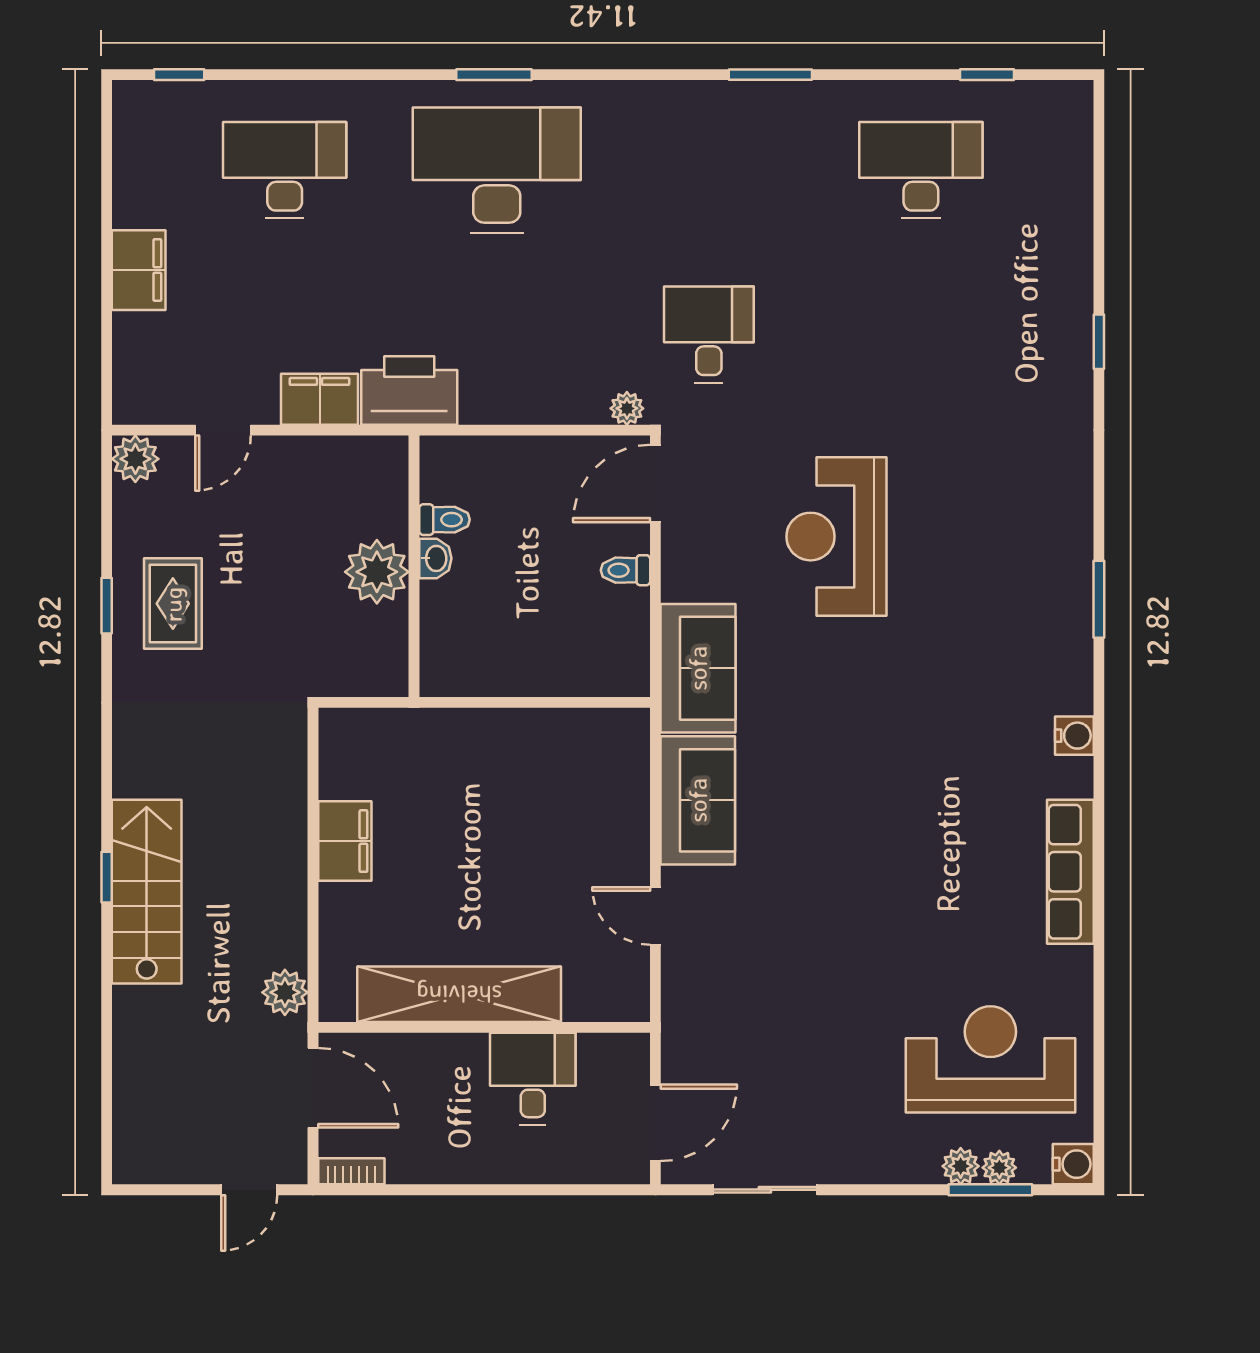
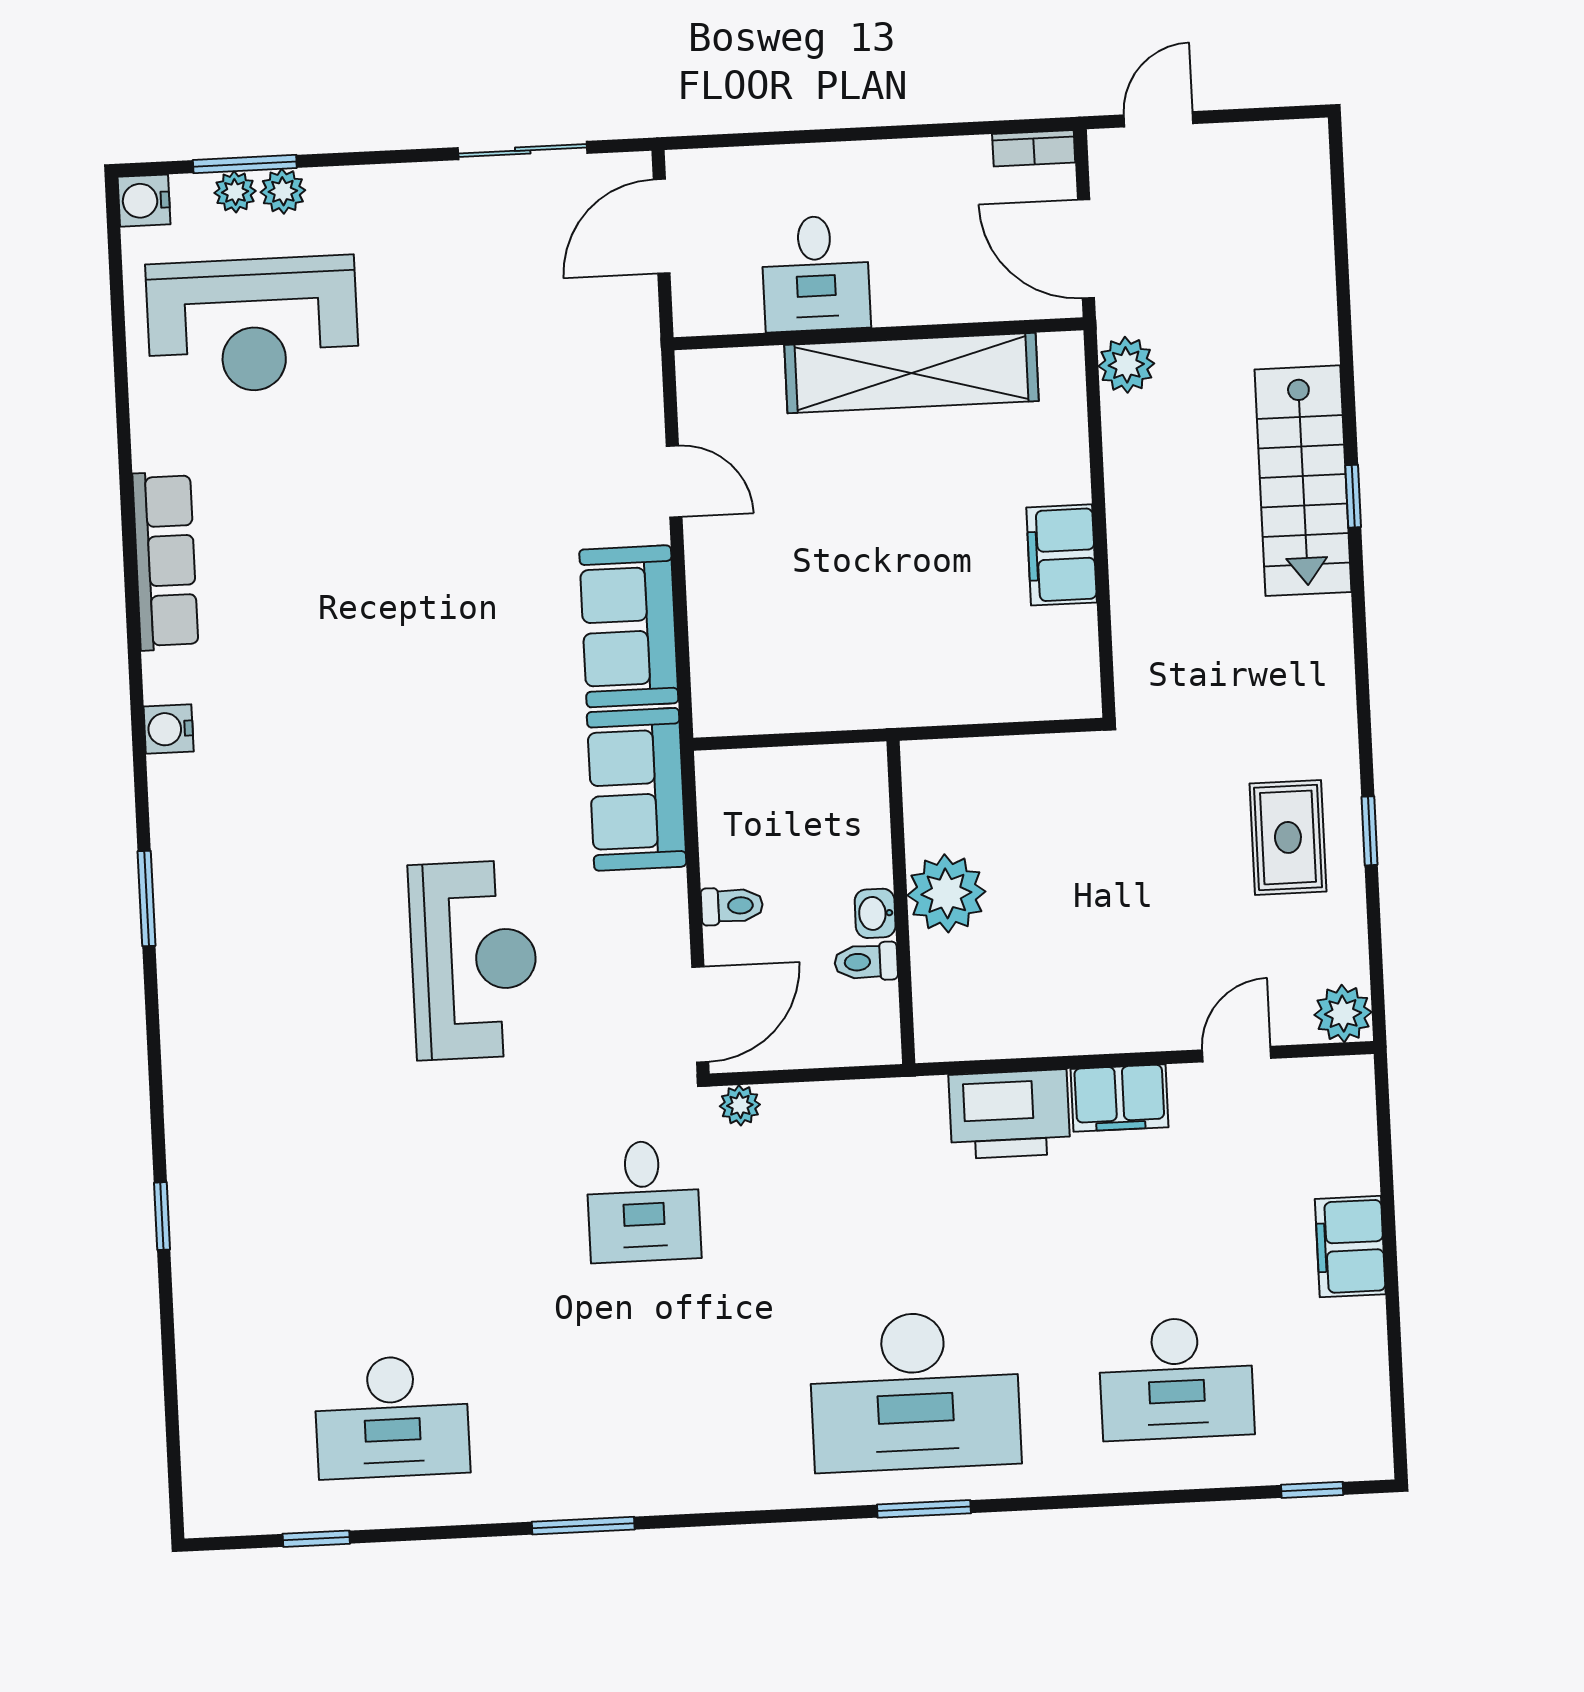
toilet: (445, 520) -> (866, 962), moved
washbasin: (435, 558) -> (875, 913), moved
wall: (414, 566) -> (901, 902), moved
plant: (377, 572) -> (946, 893), moved

